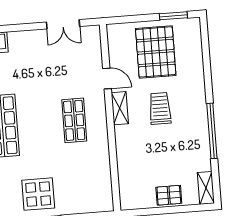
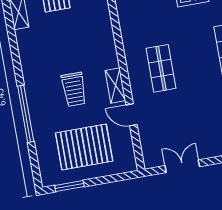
pallet: (156, 52) -> (84, 147), turned 90
window: (212, 131) -> (26, 114), moved

